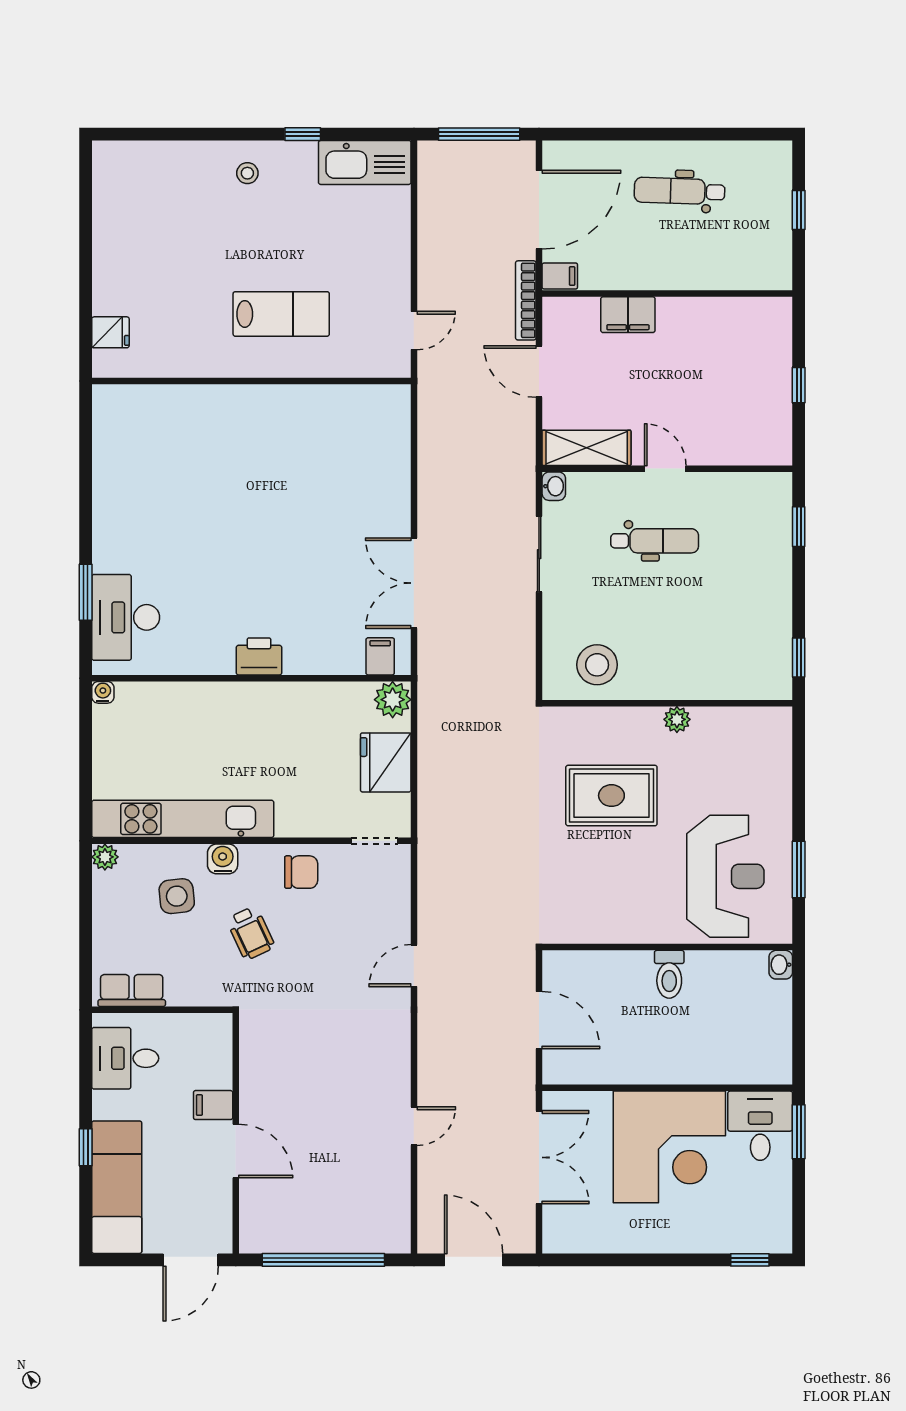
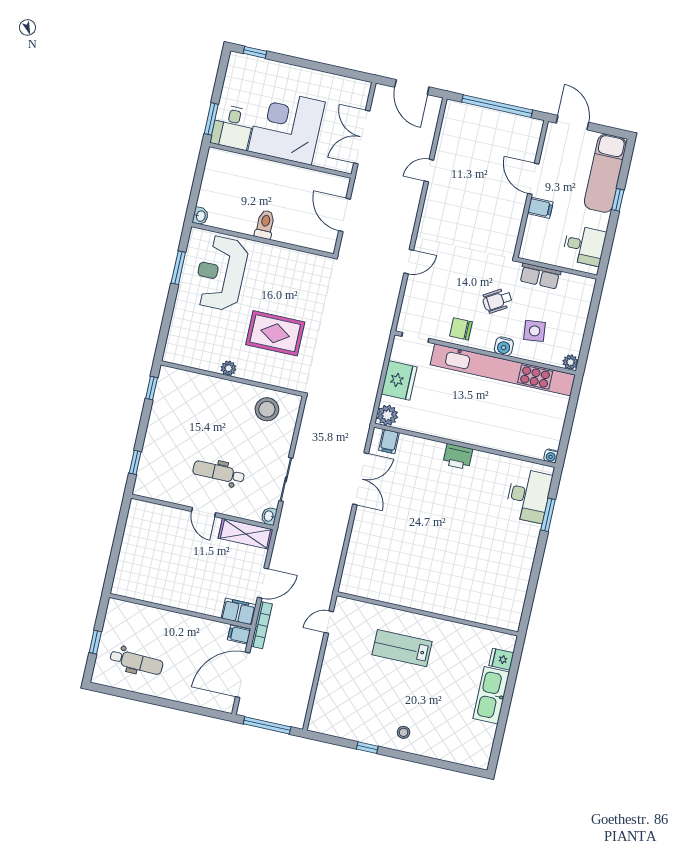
kitchen sink: (365, 162) -> (491, 695), moved, turned -90
dental chair: (680, 191) -> (136, 662), moved
filing cabinet: (628, 315) -> (239, 612), moved
door: (539, 371) -> (263, 583), hinge flipped
window: (799, 385) -> (117, 543), removed
kitchen unit: (183, 819) -> (503, 370), width x1.36
wheelchair: (251, 933) -> (497, 301), turned -96
row of seats: (132, 990) -> (540, 276), moved
door: (191, 1260) -> (572, 123), hinge flipped

